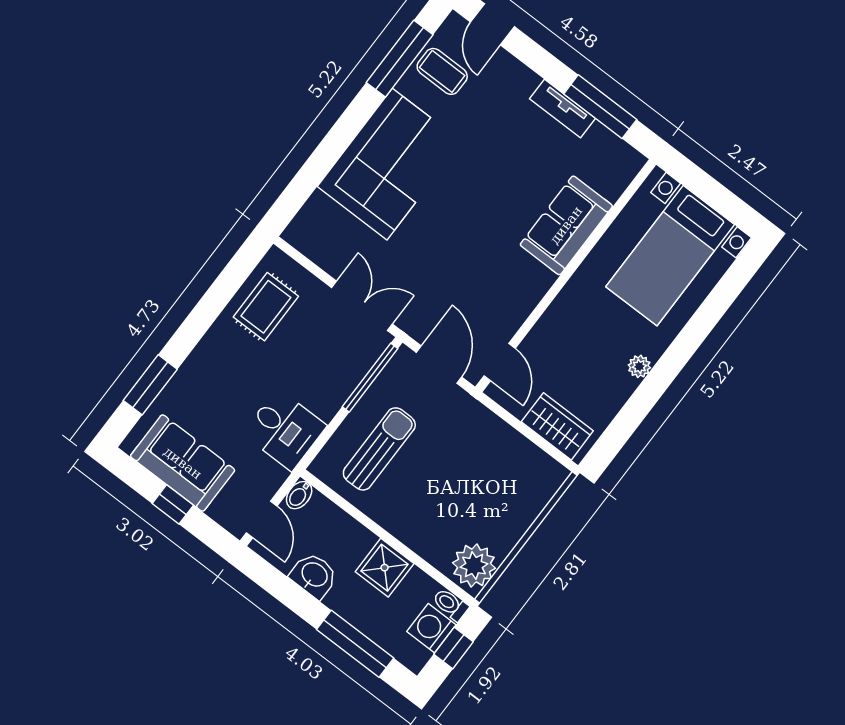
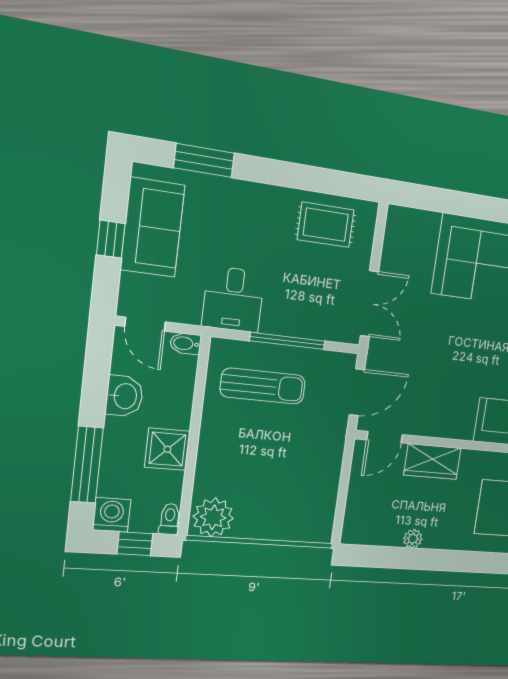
plant: (639, 366) -> (413, 539), moved
window: (370, 378) -> (287, 341), moved
wardrobe: (557, 426) -> (432, 462), moved, turned 90
door: (262, 519) -> (145, 324), hinge flipped
washing machine: (431, 628) -> (112, 515), moved

